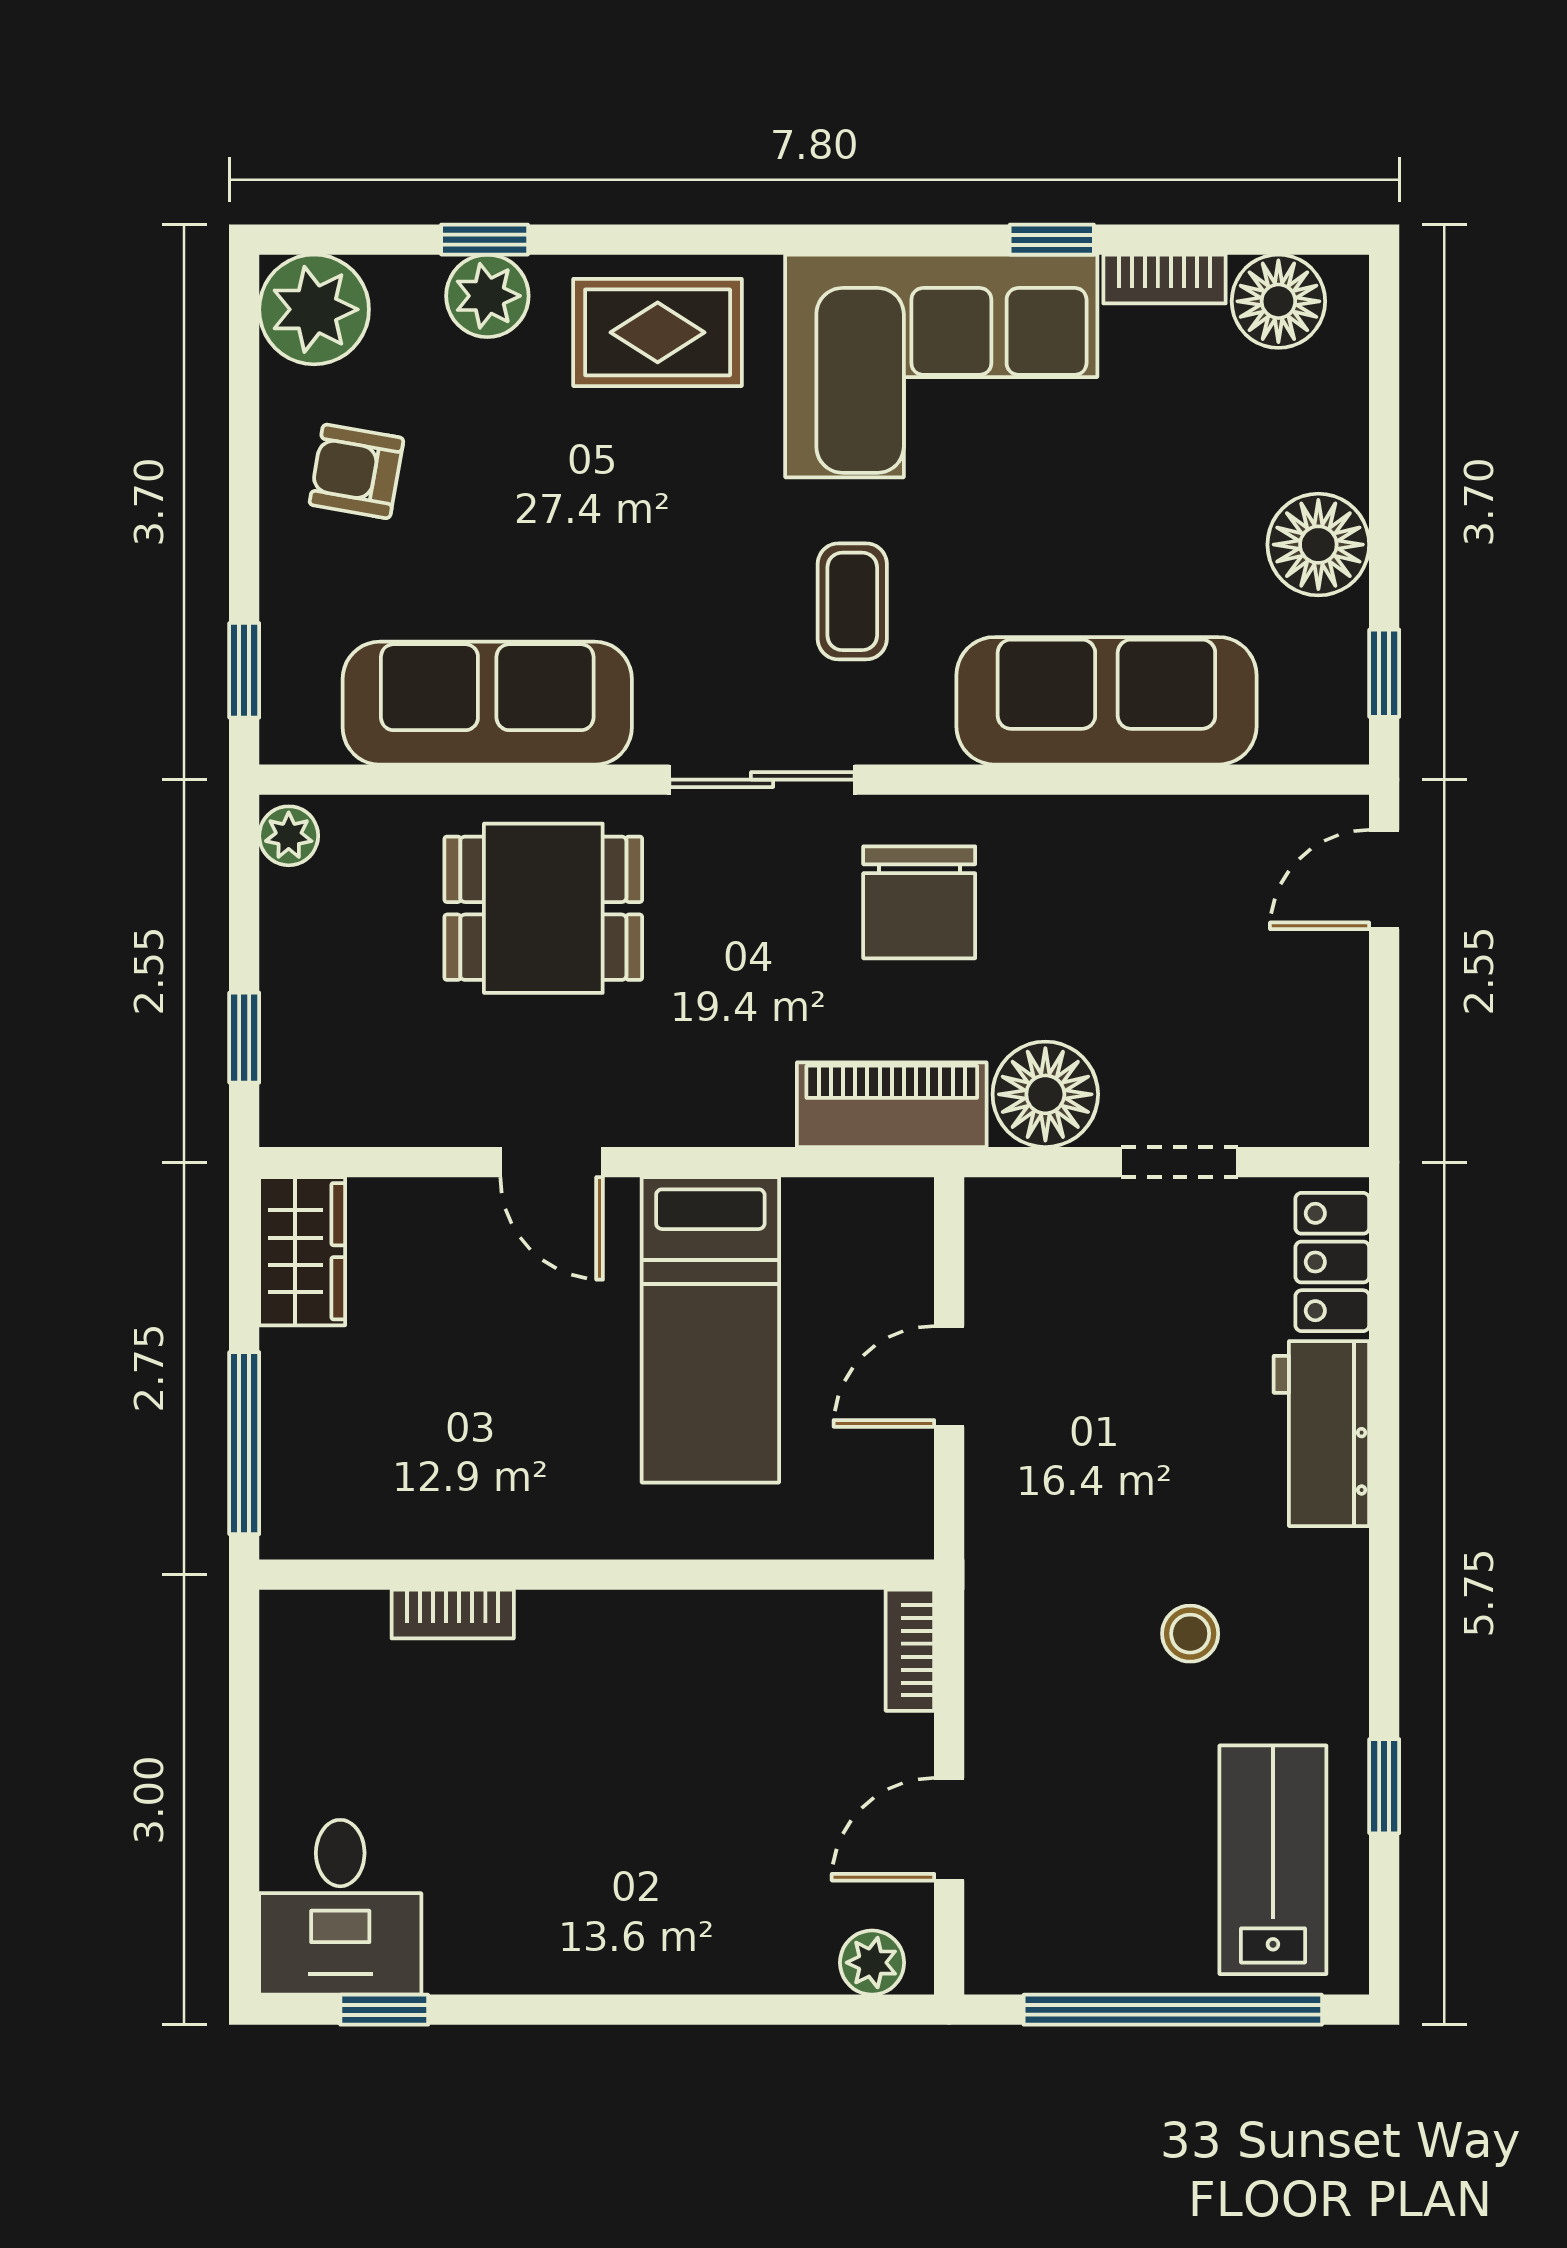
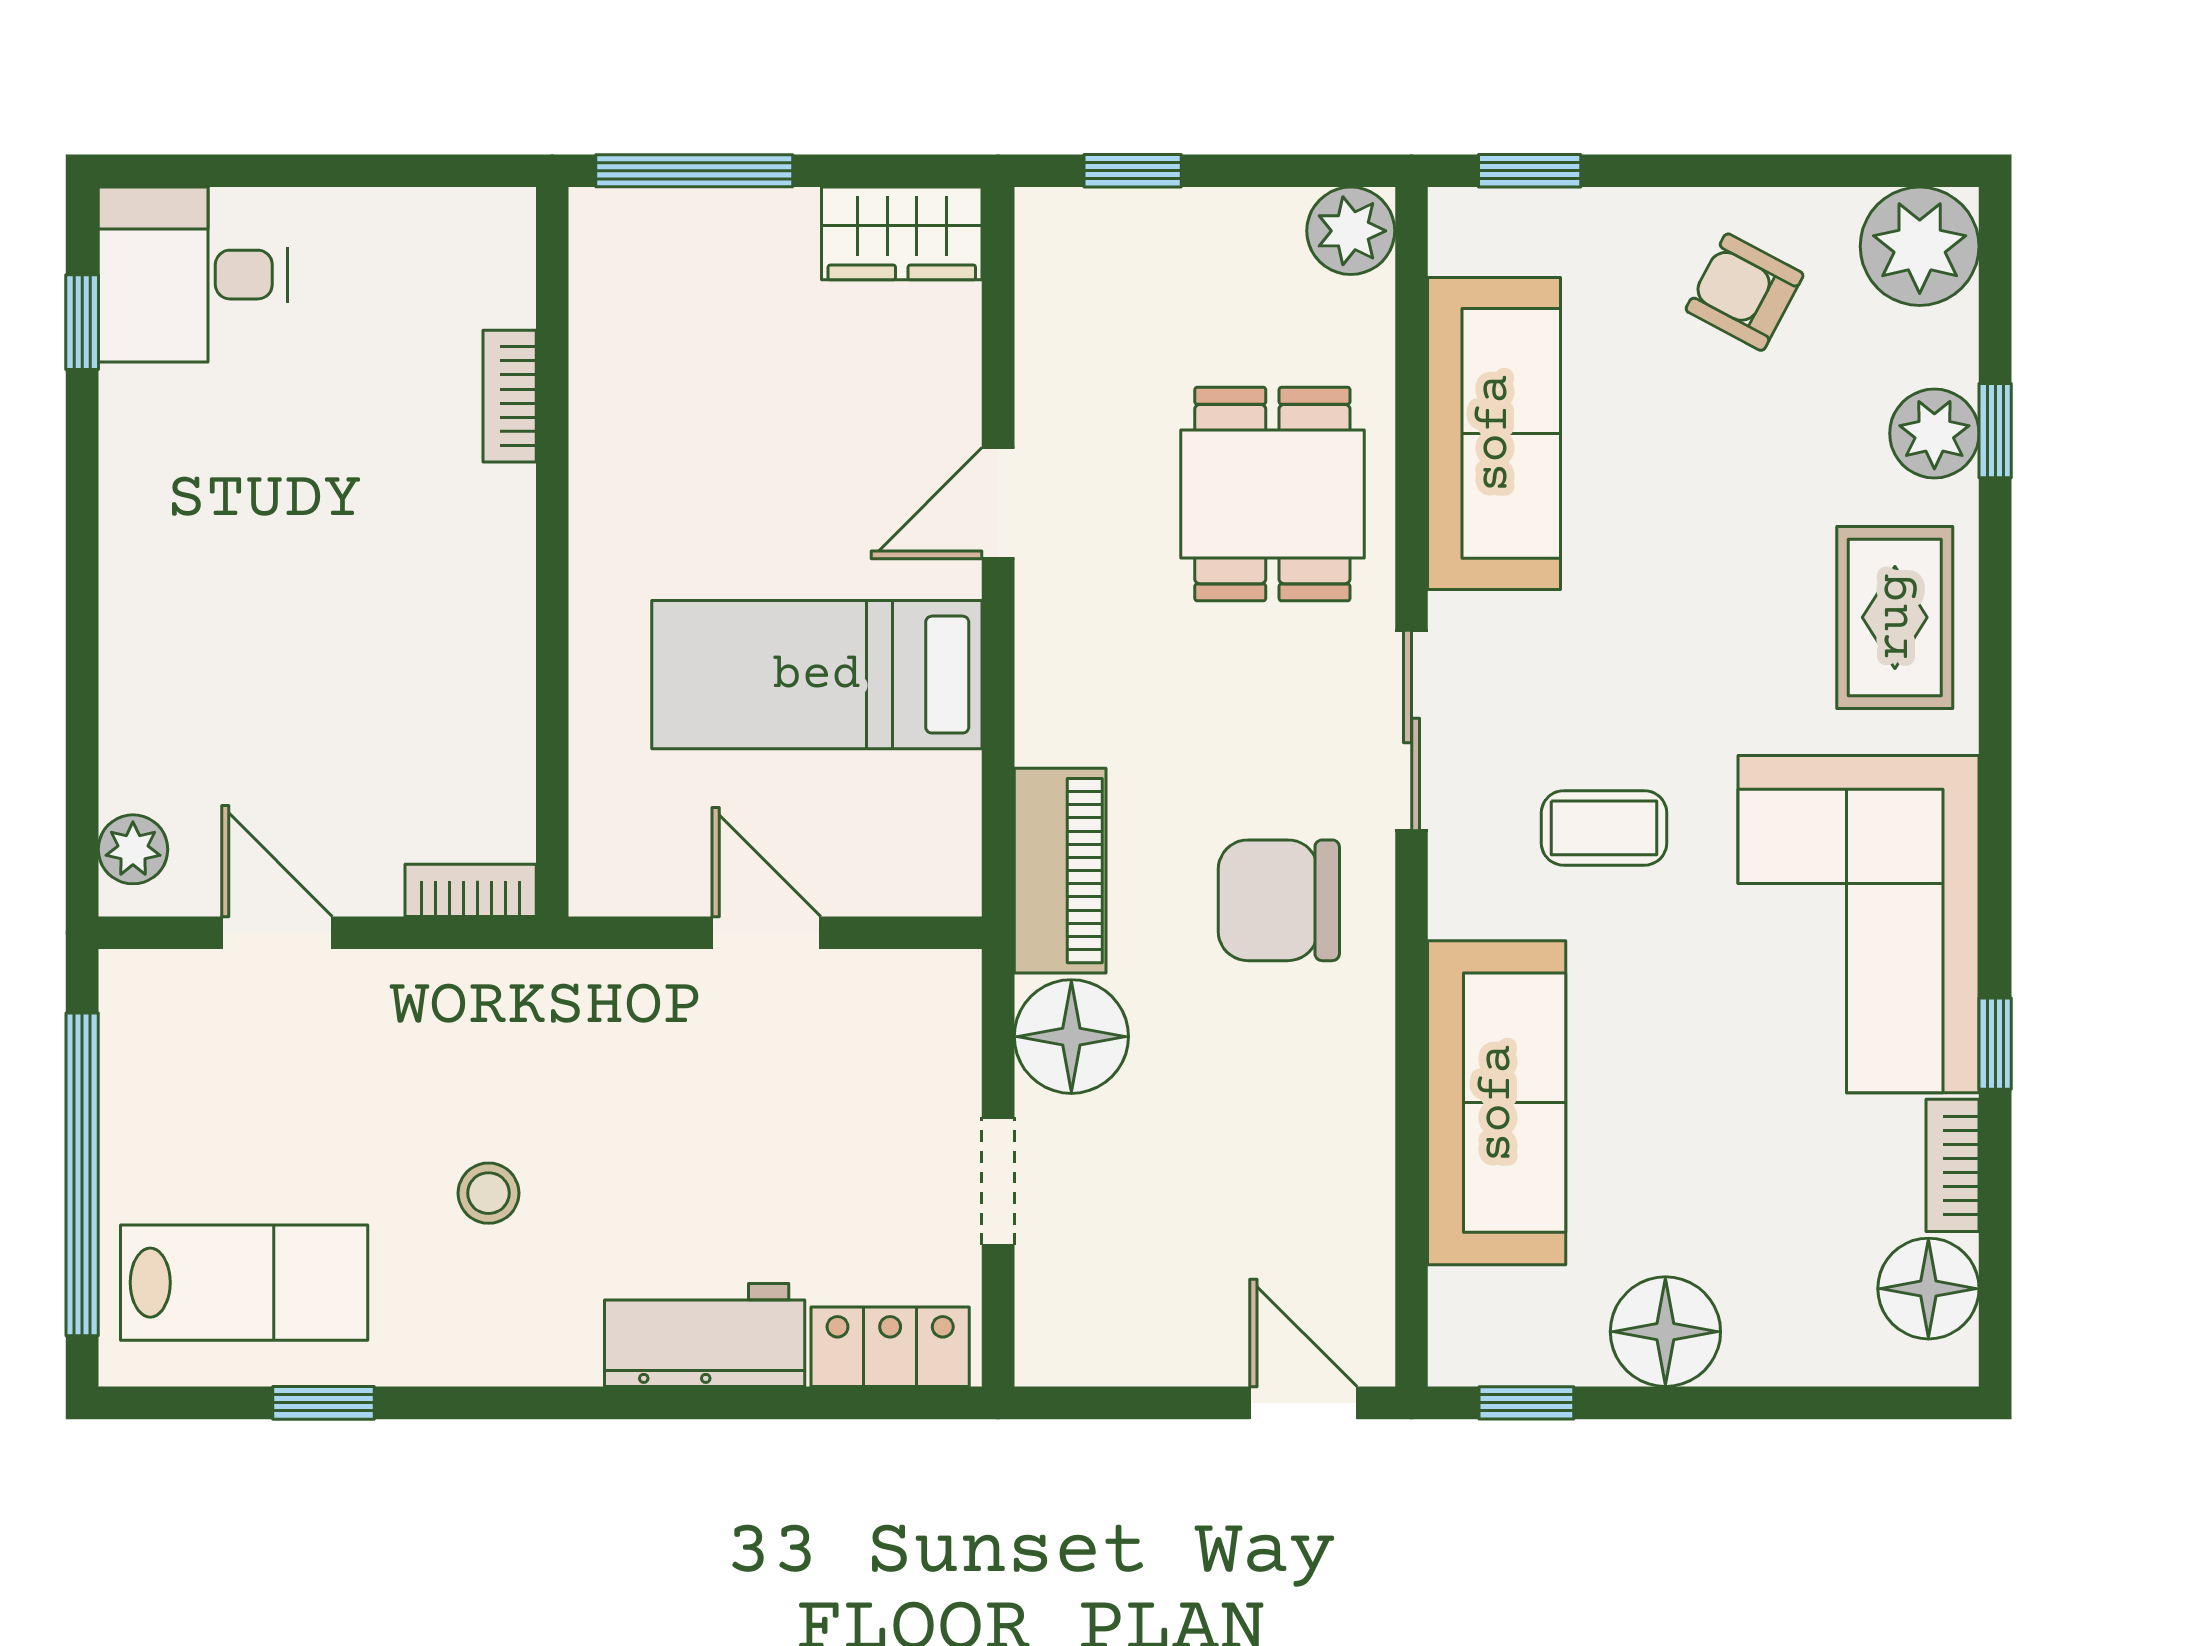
armchair: (356, 471) -> (1745, 292), turned -72
plant: (289, 836) -> (1351, 231), width x1.38, depth x1.38

